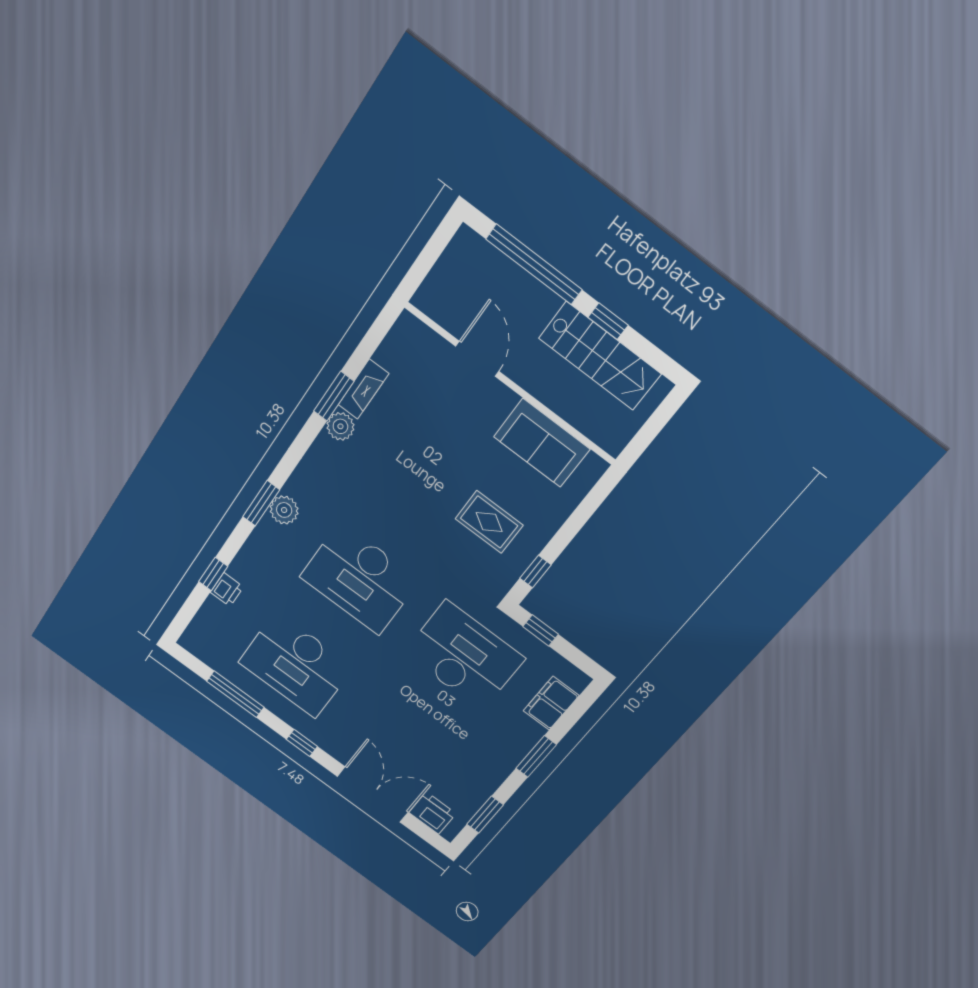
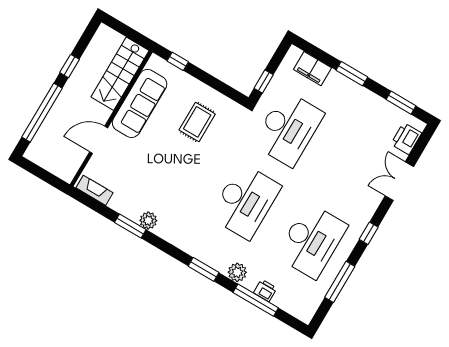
stairs: (600, 356) -> (120, 74), moved, turned 180
fireplace: (363, 389) -> (95, 190), moved
sofa: (542, 443) -> (140, 103), width x1.36
plant: (284, 510) -> (237, 272), moved
window: (535, 572) -> (178, 61), moved
window: (213, 574) -> (256, 300), width x2.17
desk: (464, 656) -> (288, 129), turned 180
double door: (373, 794) -> (399, 181), width x0.73

